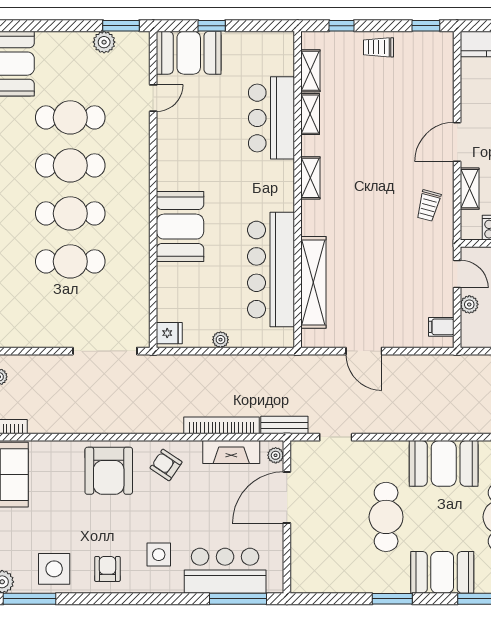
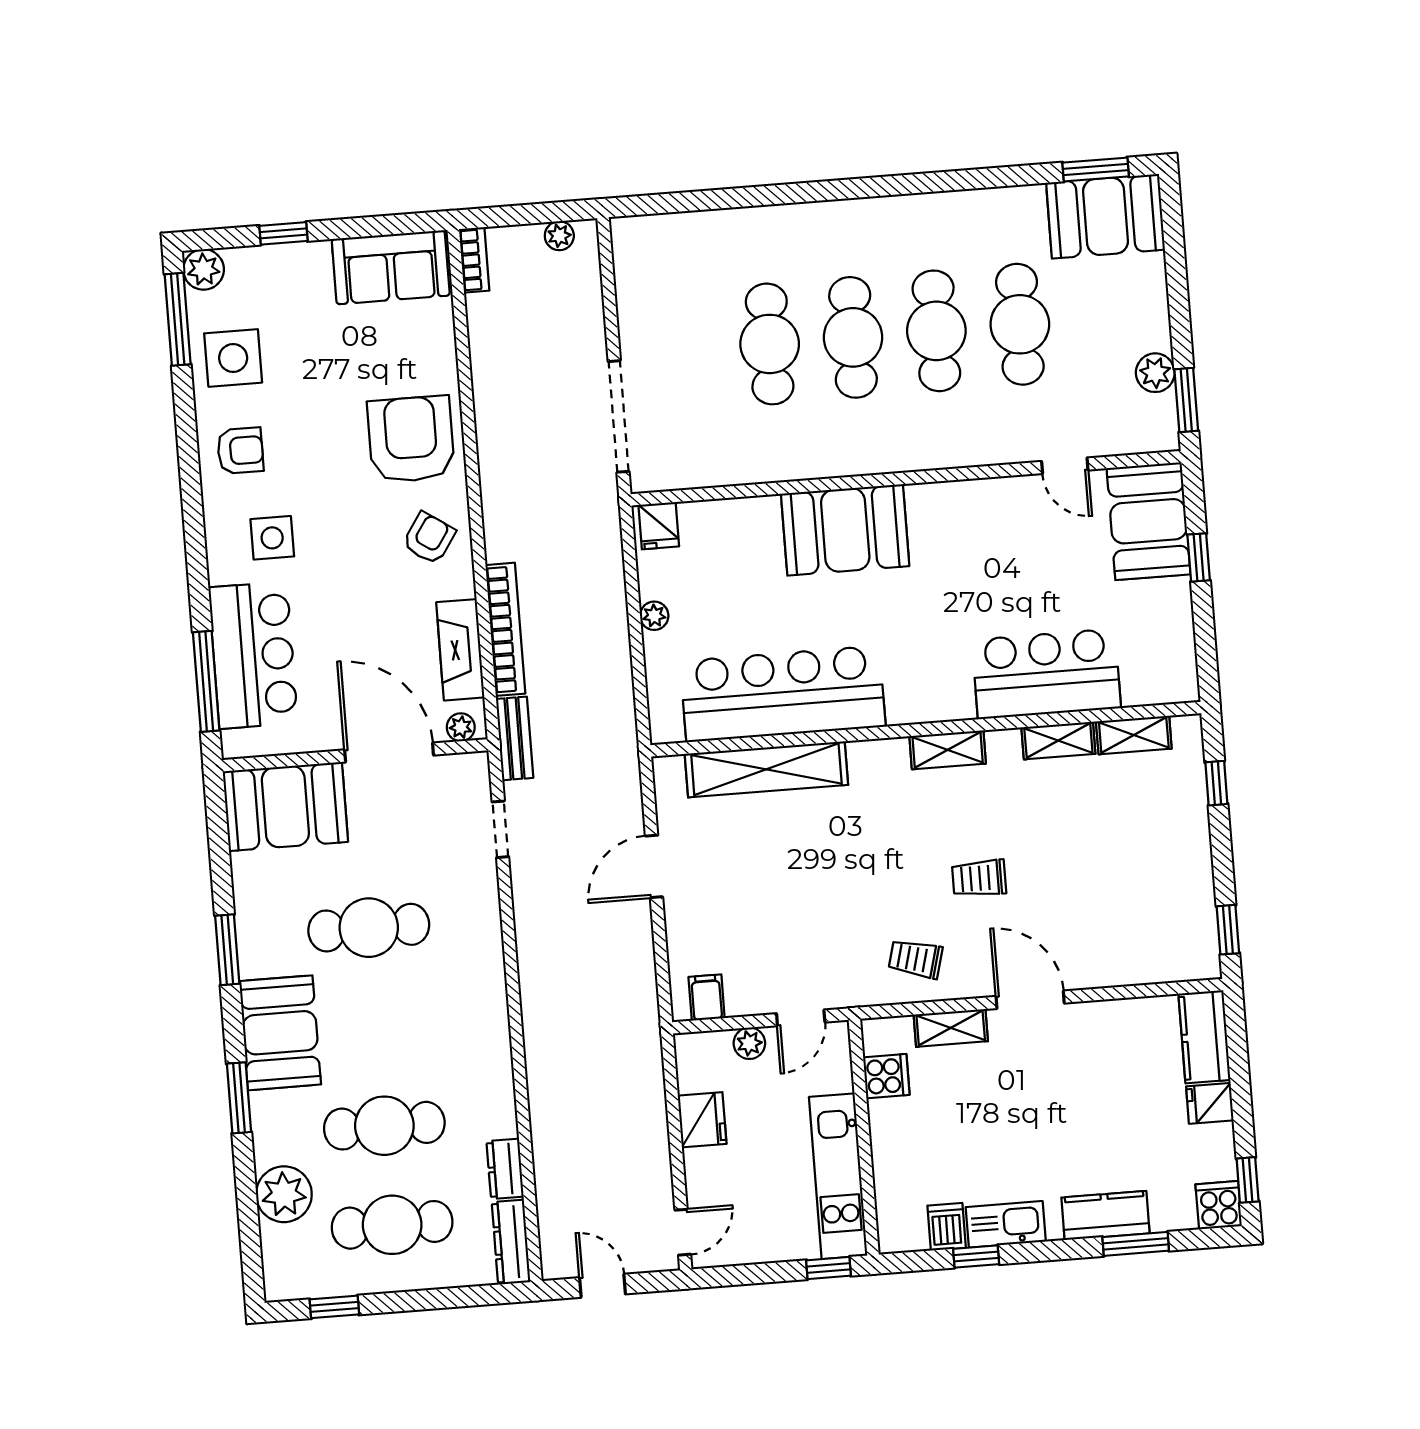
trolley: (378, 47) -> (979, 878), moved, turned -90
booth: (444, 463) -> (285, 807), moved, turned 90
armchair: (109, 471) -> (411, 439), turned 90

